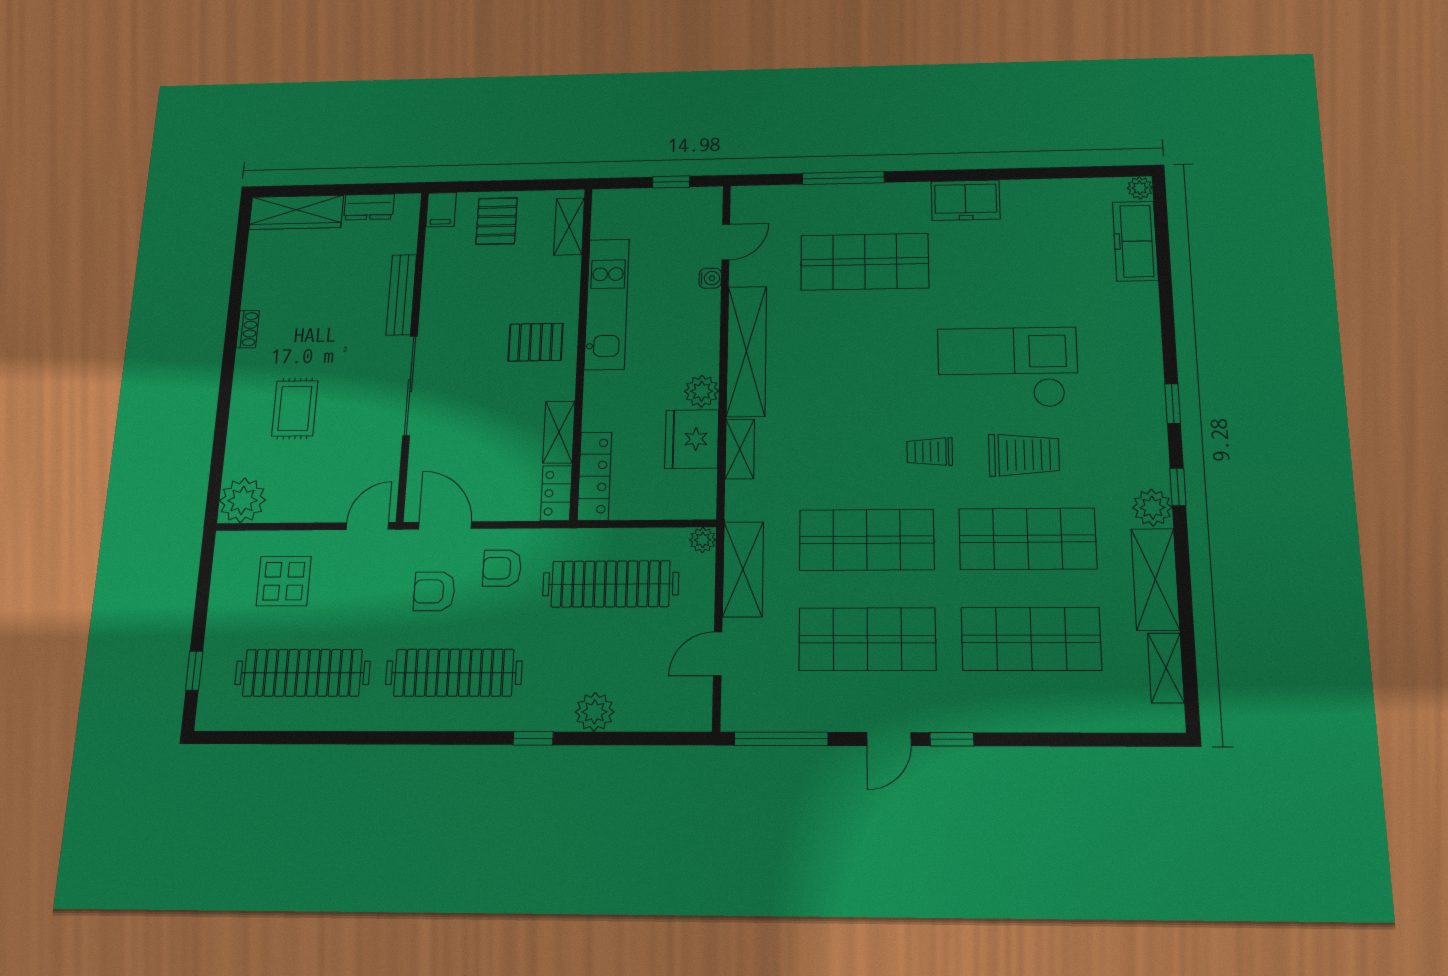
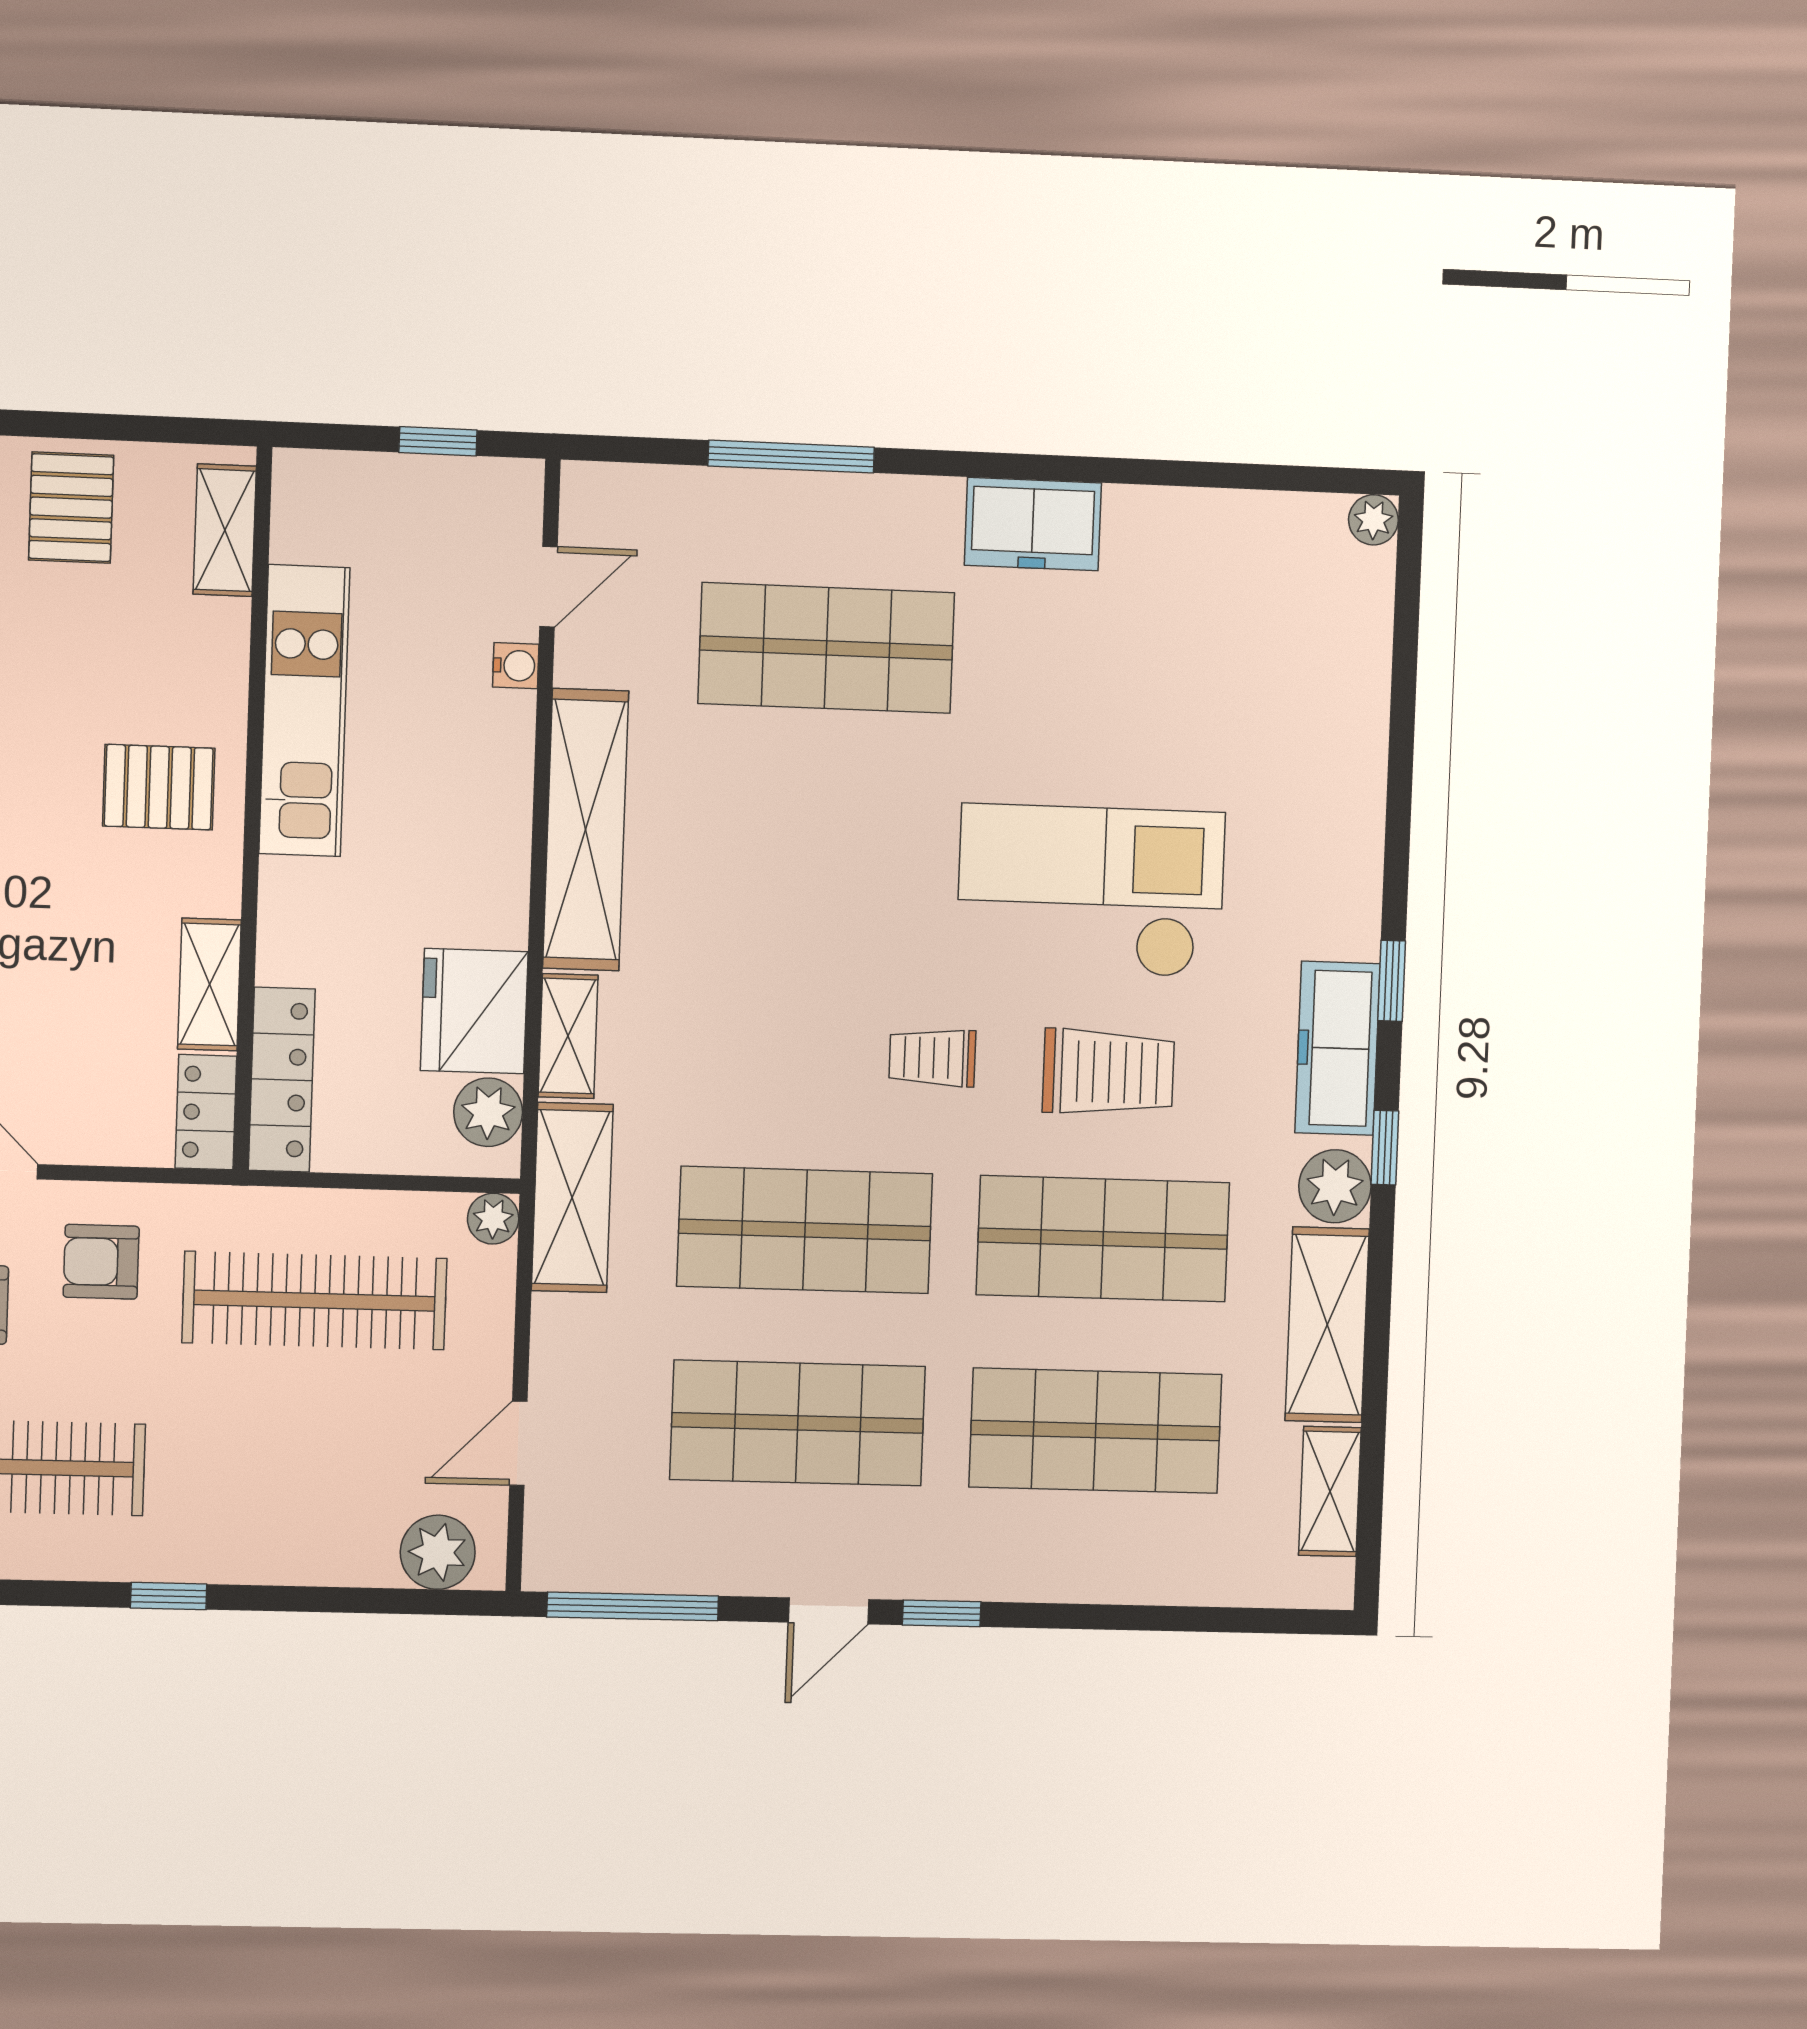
freezer: (1135, 241) -> (1337, 1048), moved
plant: (702, 391) -> (488, 1112), moved
shelving: (743, 569) -> (572, 1197), moved
plant: (595, 712) -> (438, 1552), moved

